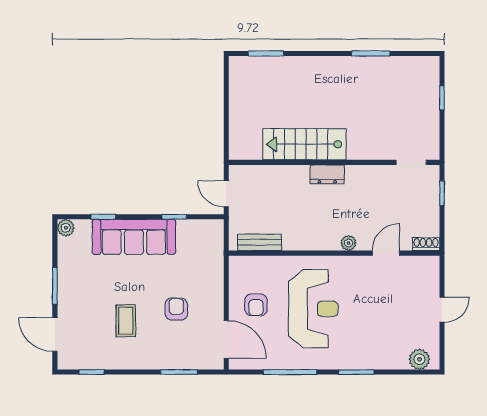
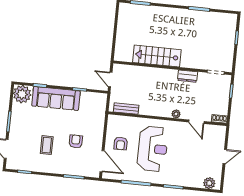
dresser: (327, 174) -> (188, 76), moved
plant: (66, 228) -> (22, 94), width x1.88, depth x1.88
door: (386, 253) -> (196, 122), swing flipped

